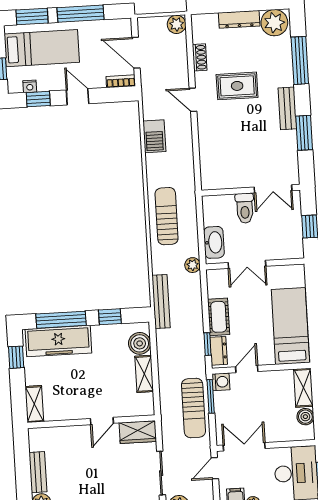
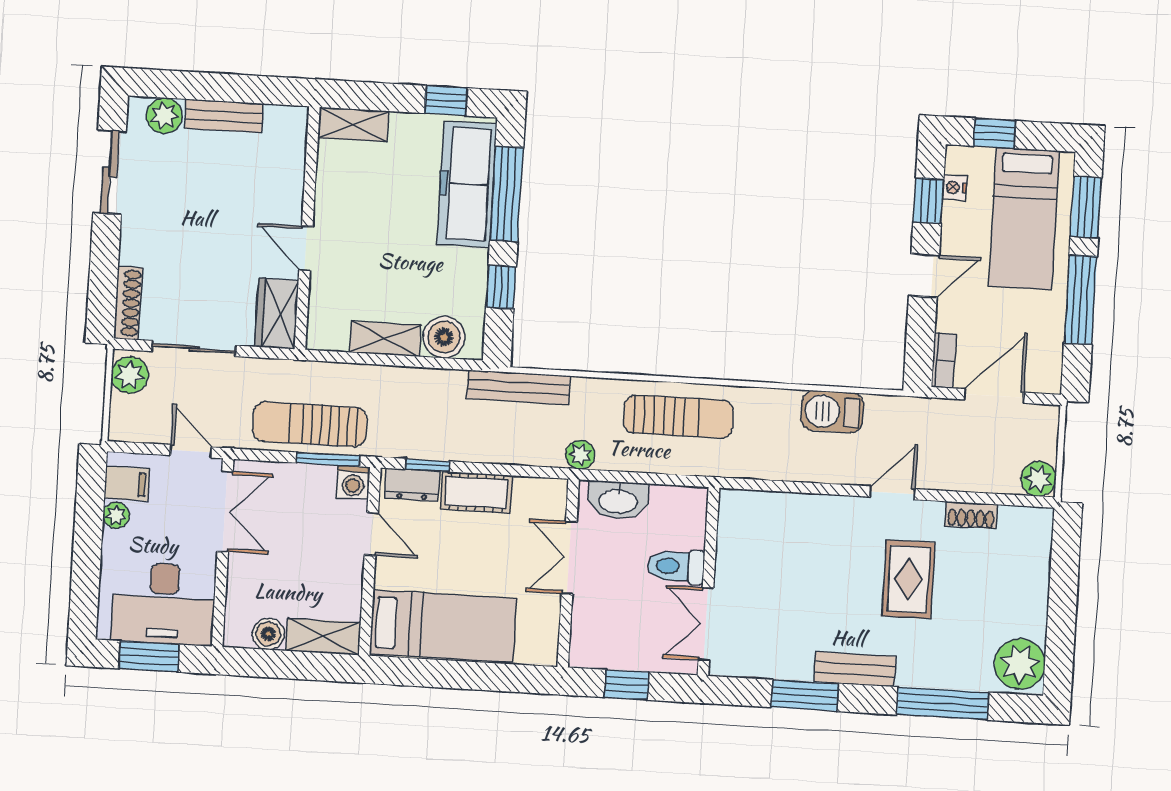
dresser: (239, 19) -> (1034, 598), removed

